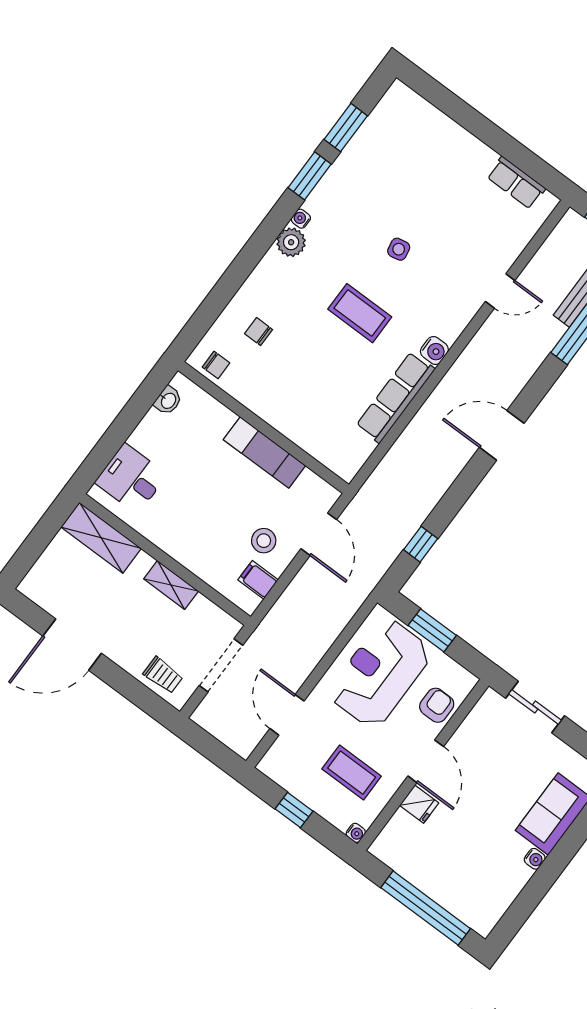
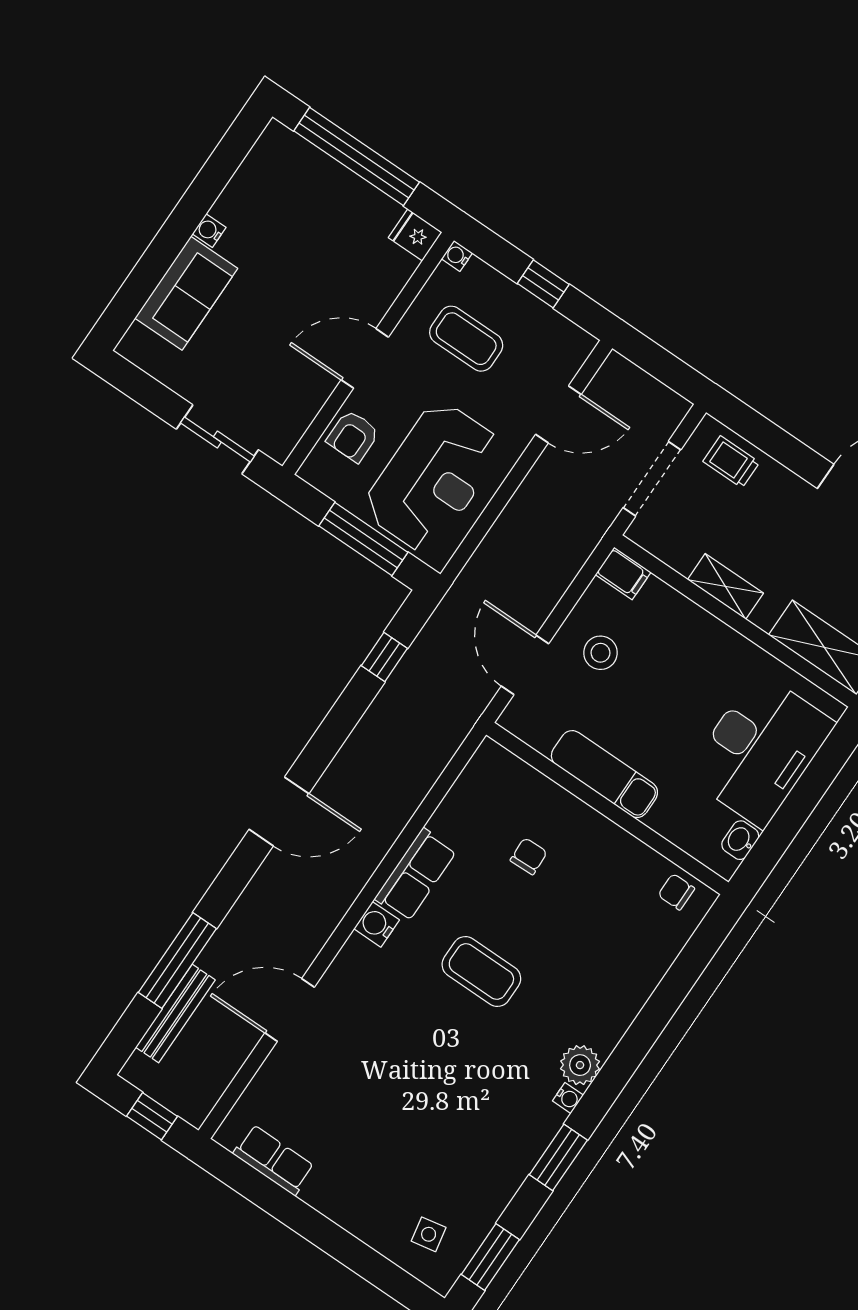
window: (346, 128) -> (490, 1257), moved
side table: (399, 249) -> (429, 1234), moved
door: (500, 291) -> (290, 1010), width x1.38
chair: (259, 332) -> (529, 856), moved, turned -92
row of seats: (395, 397) -> (416, 875), width x0.68
desk: (131, 479) -> (760, 749), width x1.87, depth x1.30
filing cabinet: (258, 580) -> (623, 573), moved
window: (432, 630) -> (363, 539), width x1.44
door: (287, 715) -> (558, 414), hinge flipped
door: (426, 761) -> (365, 358), hinge flipped
fridge: (419, 804) -> (415, 235), moved

